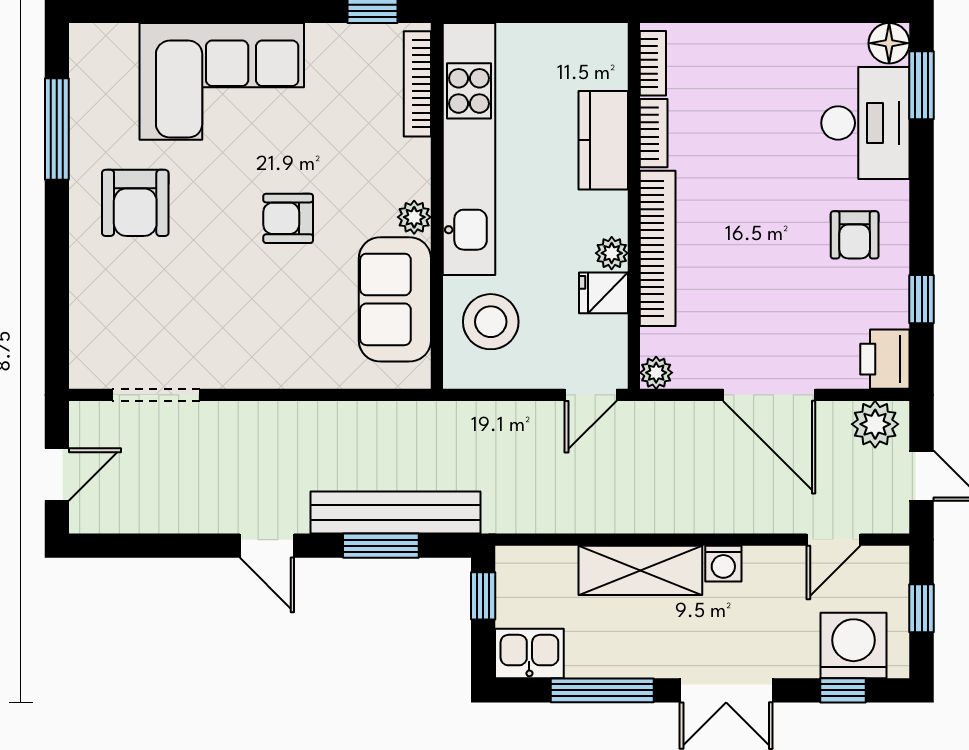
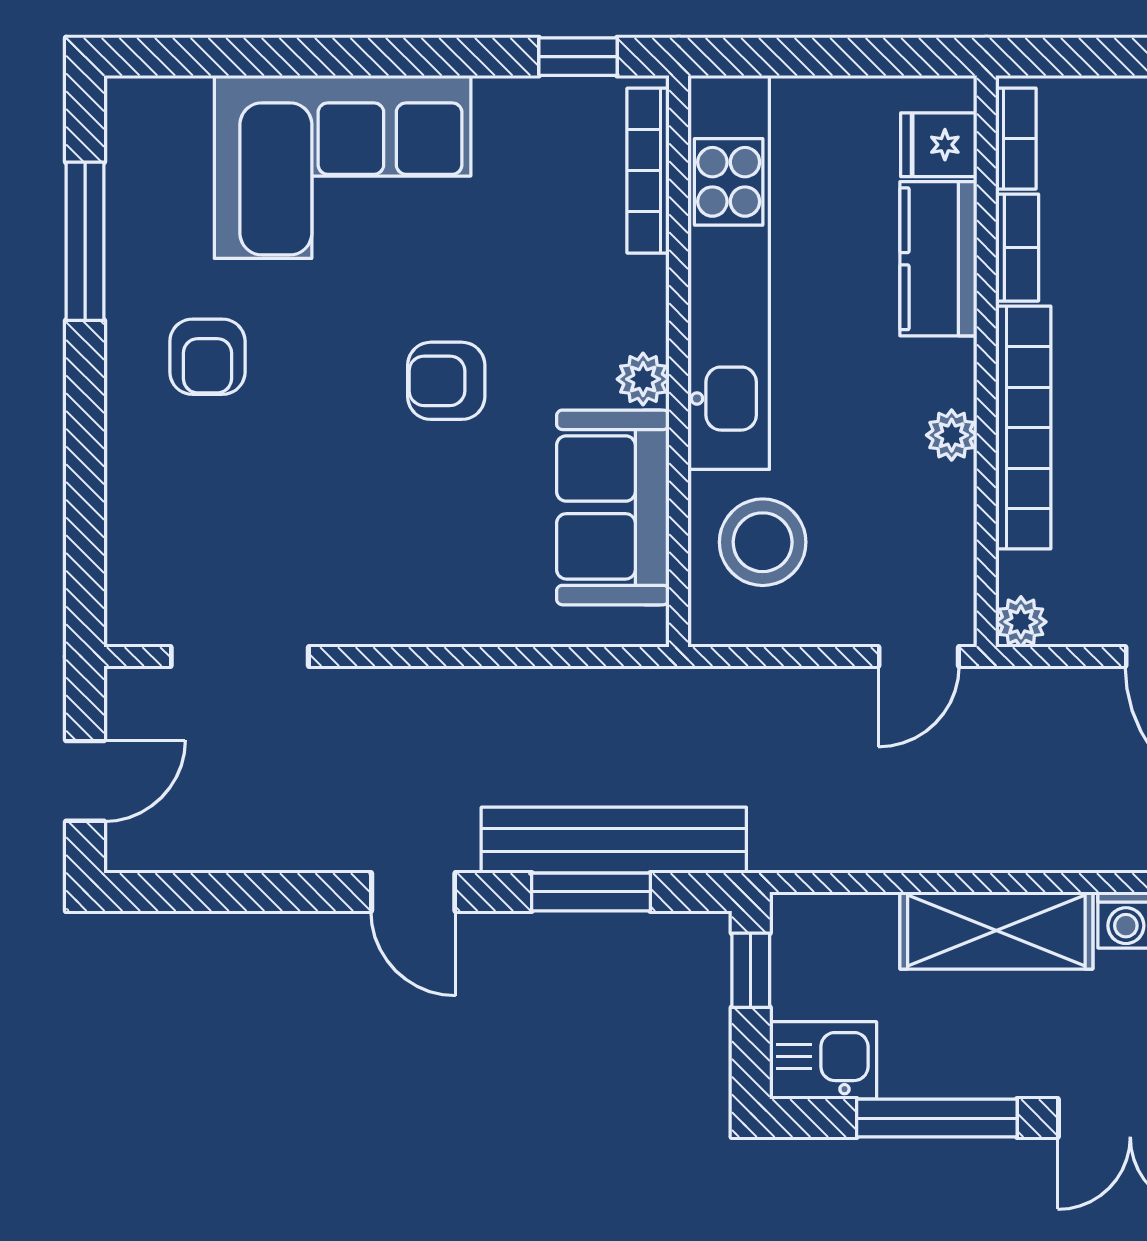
armchair: (135, 203) -> (207, 357), width x0.72, depth x0.72
fridge: (604, 293) -> (939, 145), moved

